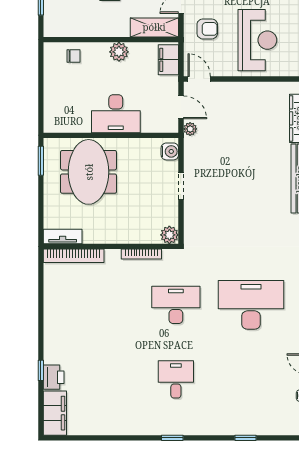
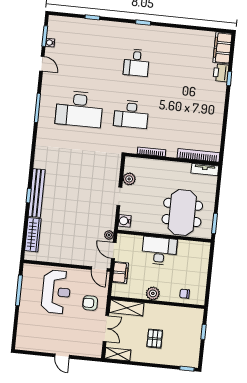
reception desk: (257, 40) -> (56, 292), turned 180
filing cabinet: (168, 60) -> (120, 273), moved
plant: (169, 235) -> (129, 179), moved

